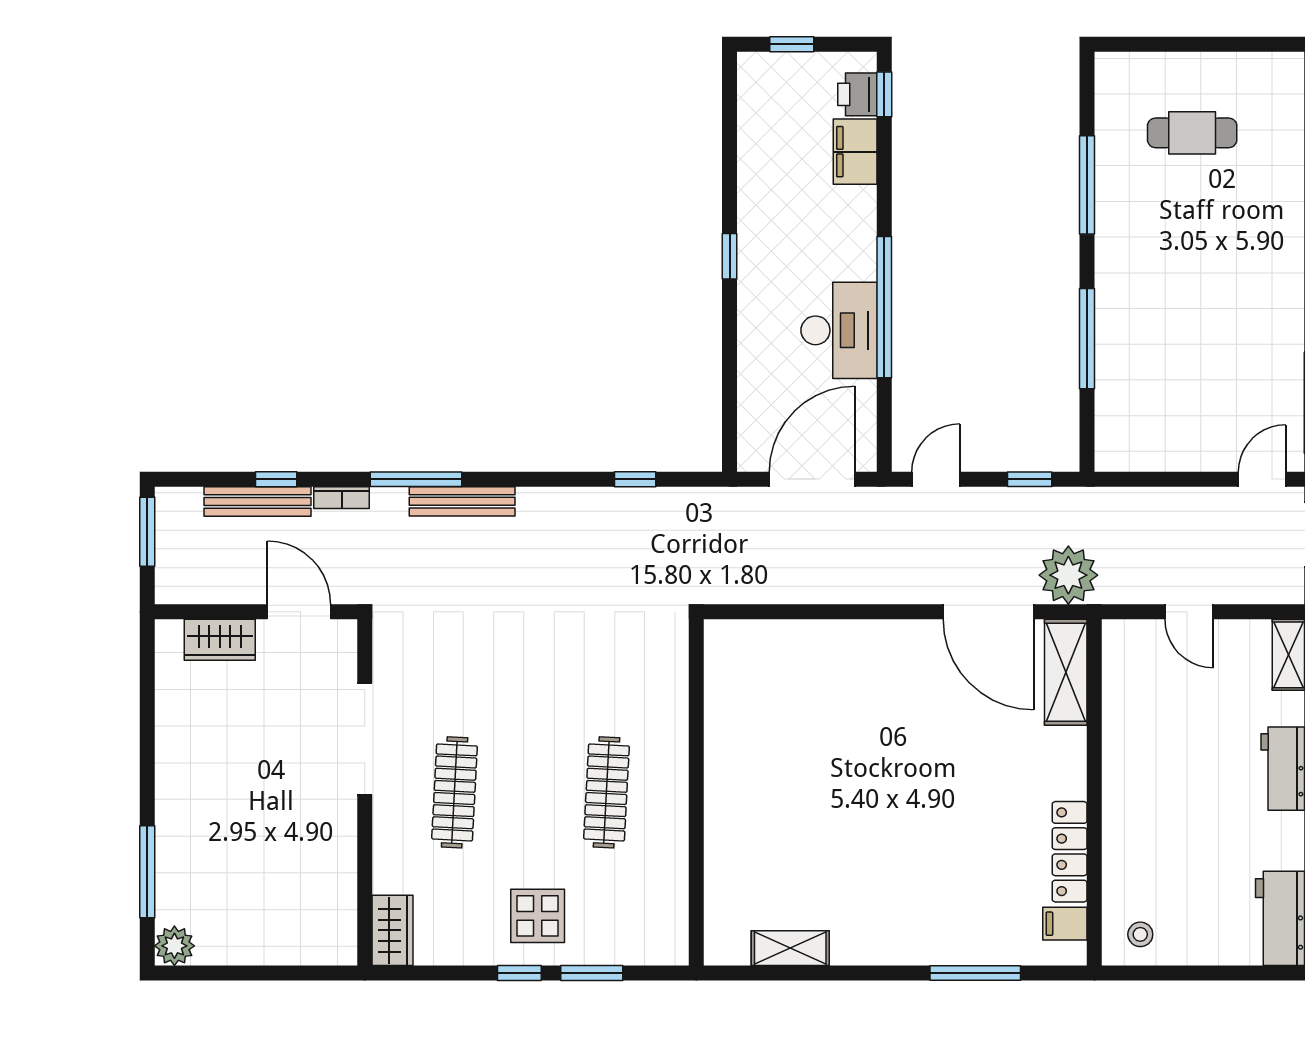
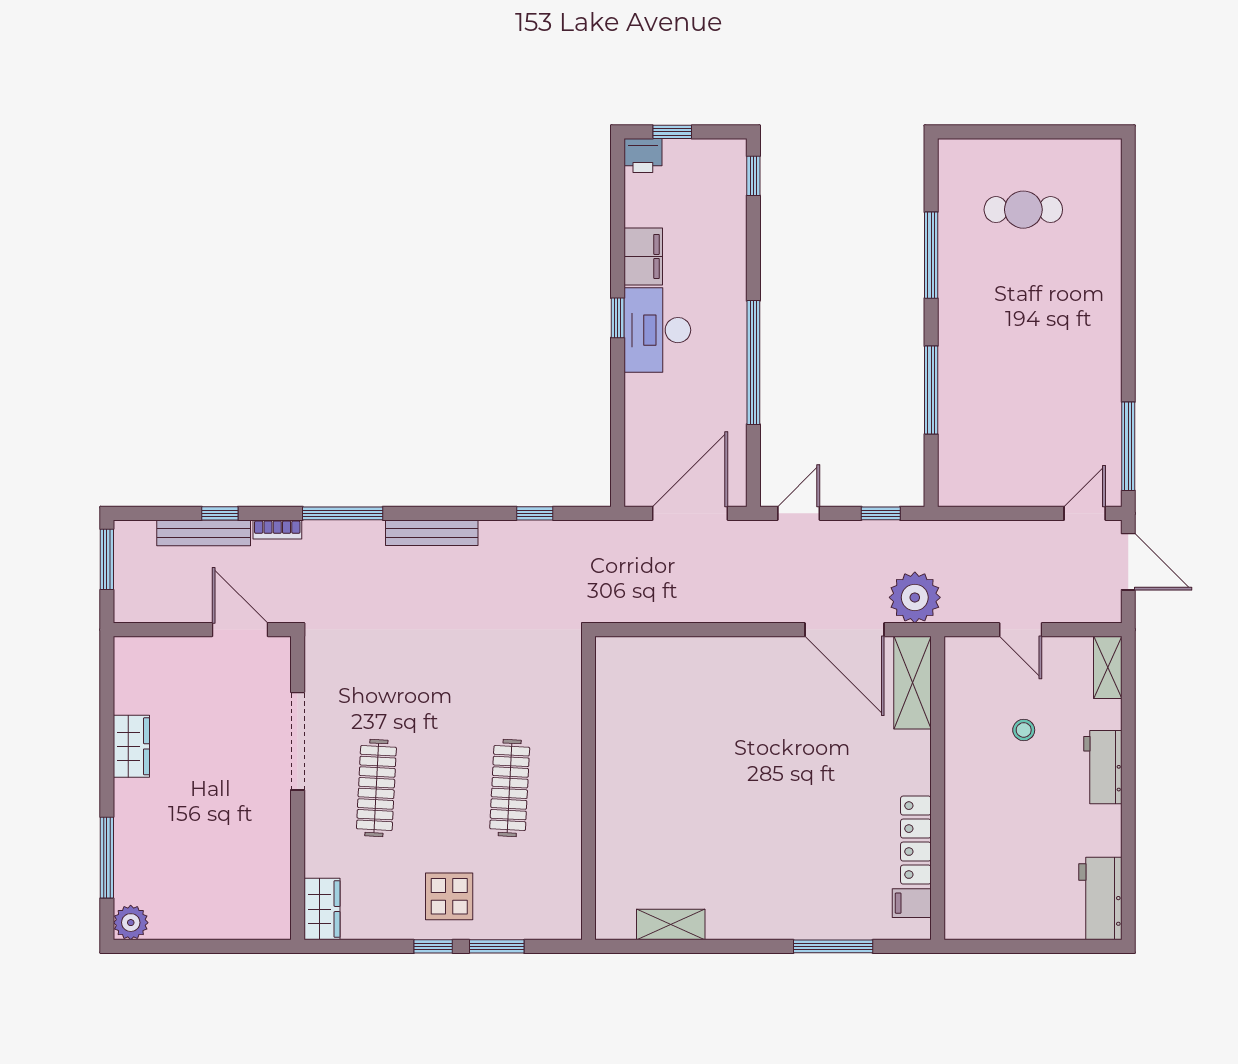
printer: (857, 94) -> (643, 156), moved, turned -90
filing cabinet: (855, 152) -> (643, 256), moved, turned 180
desk: (839, 330) -> (657, 330), moved, turned 180
bench: (462, 501) -> (432, 533), moved
wardrobe: (220, 640) -> (131, 746), moved, turned -90
stool: (1140, 934) -> (1024, 730), moved

